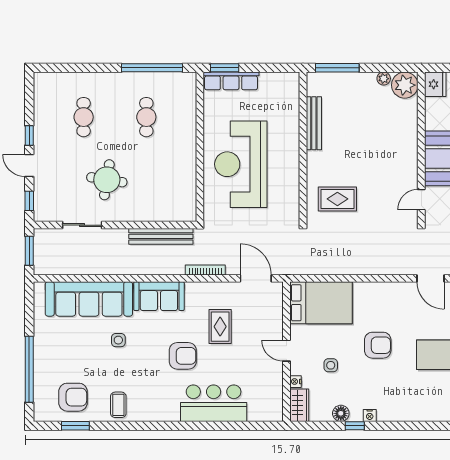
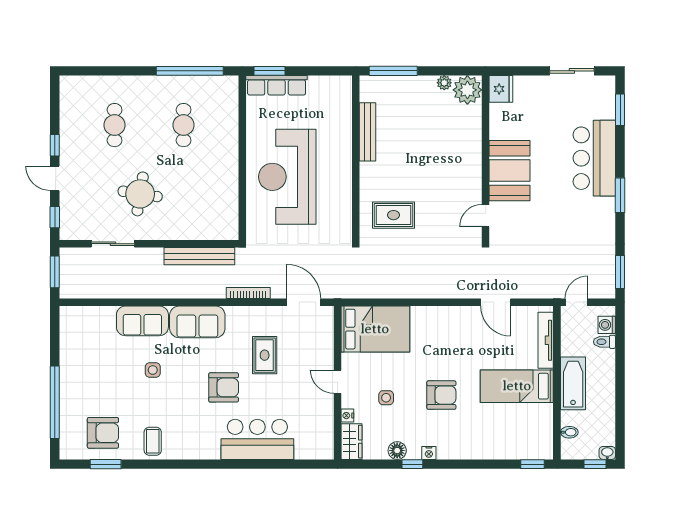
sofa: (89, 299) -> (142, 321), width x0.54, depth x0.79
armchair: (378, 345) -> (441, 395), moved

